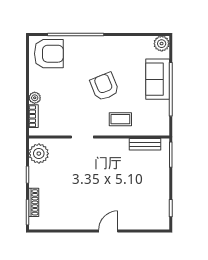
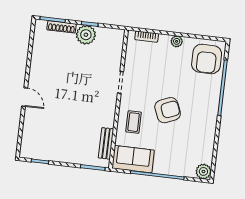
sofa: (158, 79) -> (133, 159), moved
plant: (35, 98) -> (177, 41), moved
plant: (39, 154) -> (86, 35), moved

